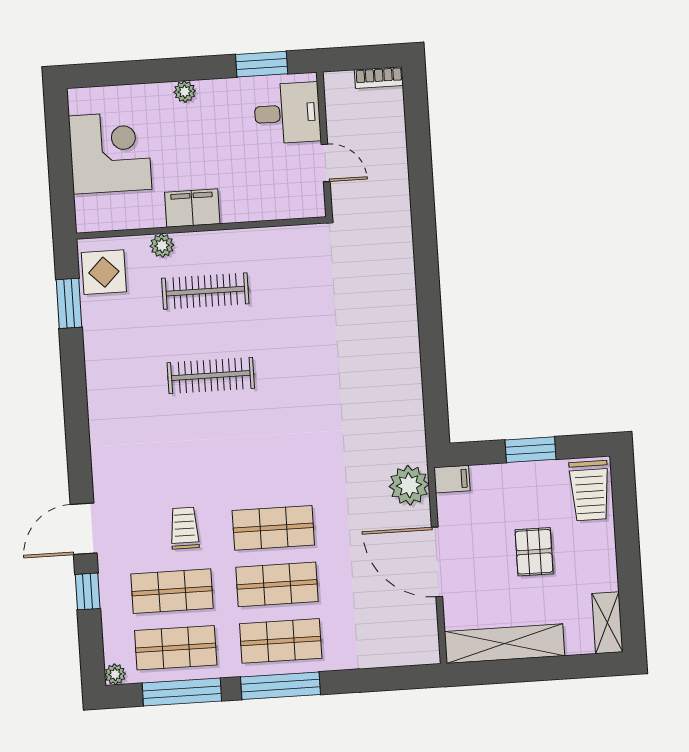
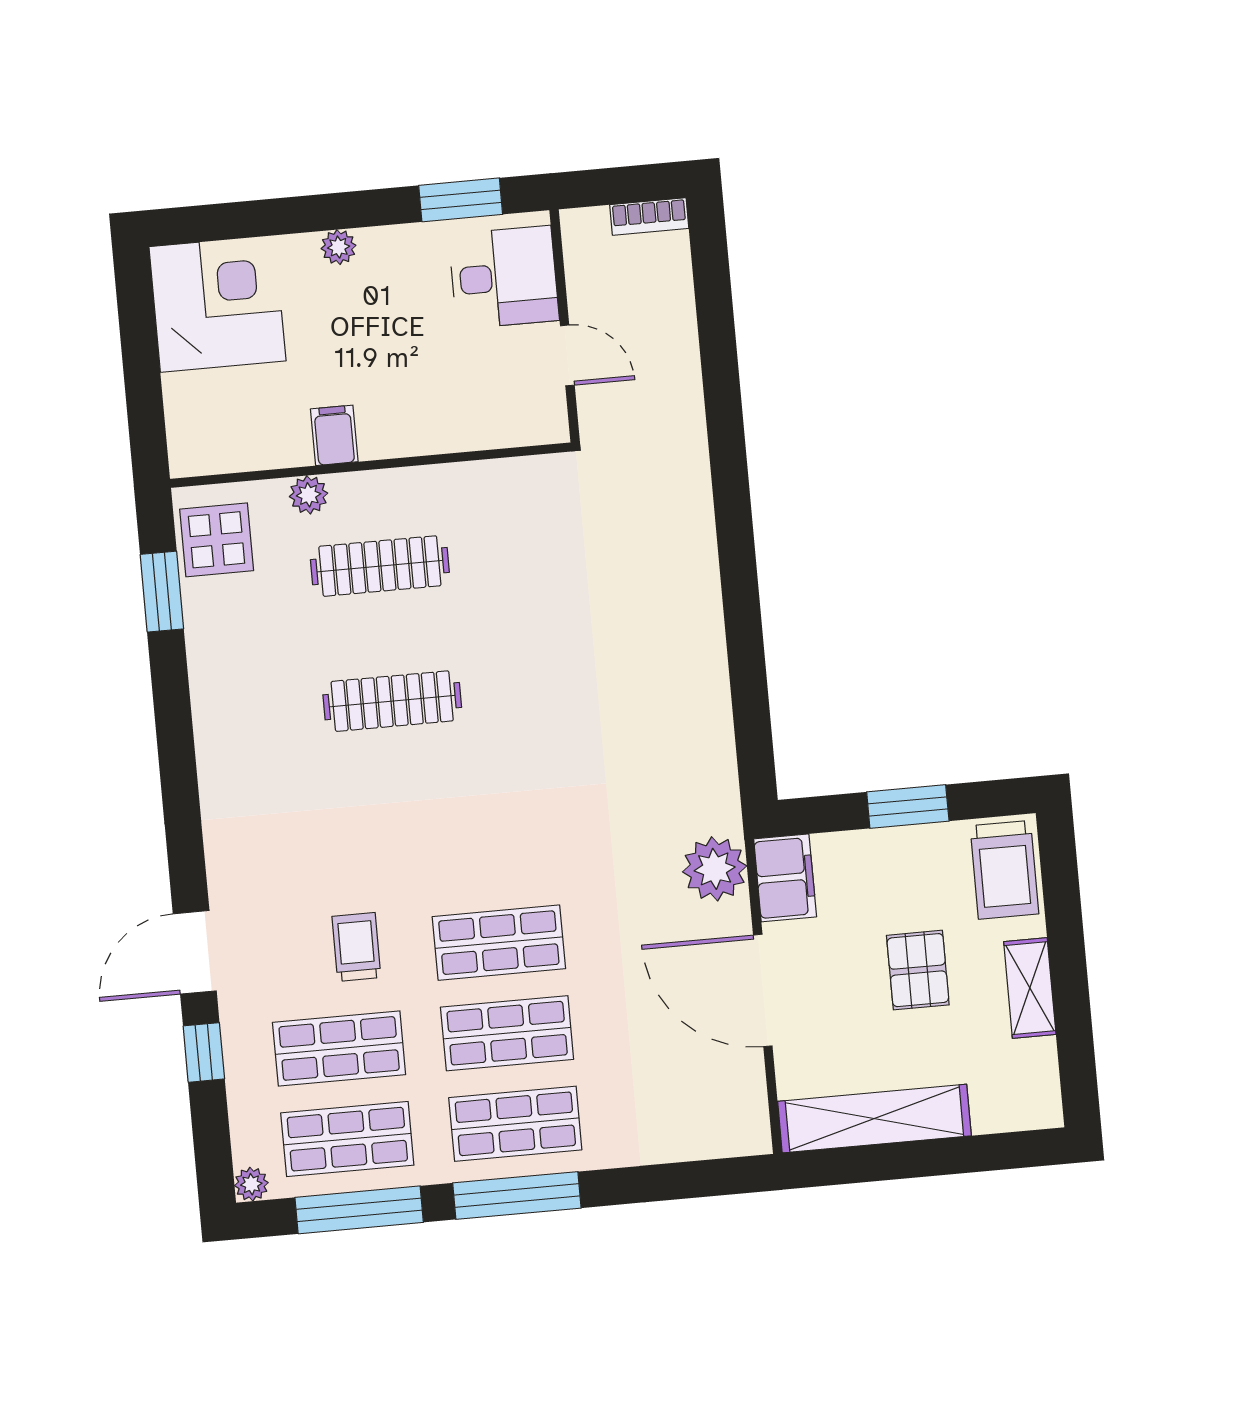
corner desk: (110, 153) -> (217, 304), moved
filing cabinet: (192, 208) -> (334, 435), width x0.50
filing cabinet: (452, 479) -> (785, 878), width x2.00
shelving: (607, 623) -> (1030, 988), moved

